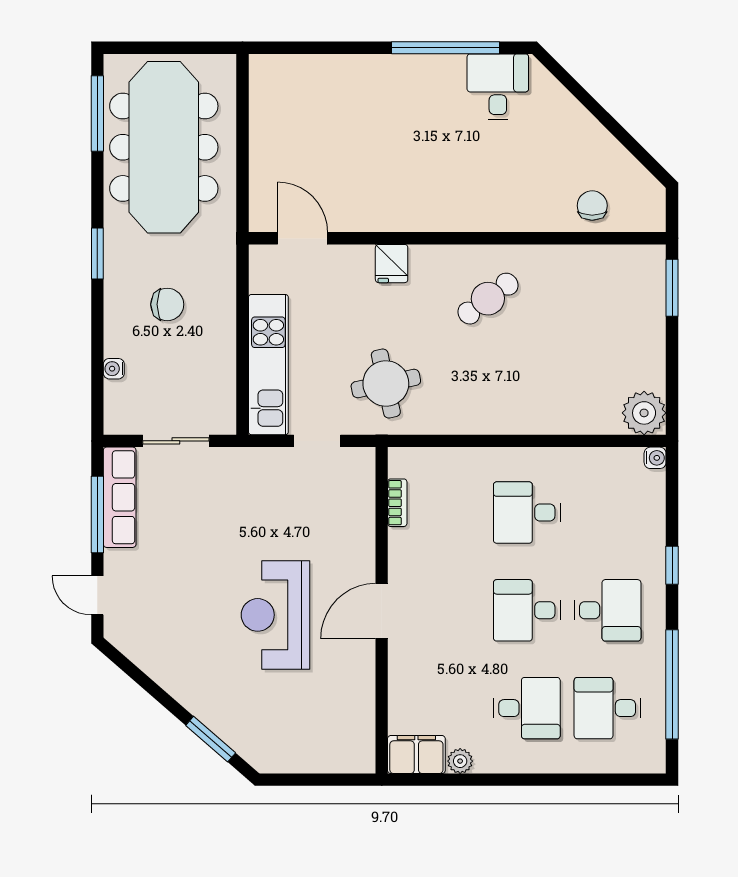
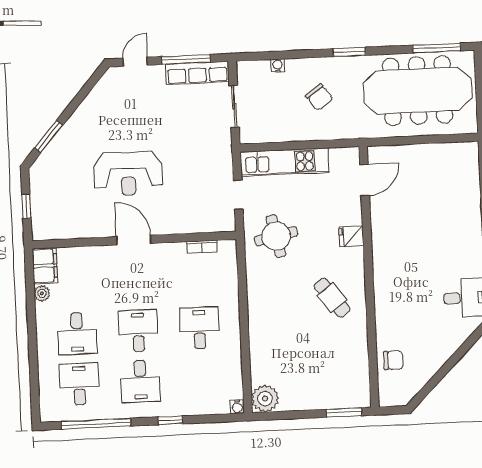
chair: (167, 304) -> (319, 97), turned -37
reception desk: (275, 615) -> (128, 174), turned 180
window: (320, 780) -> (26, 206), added

